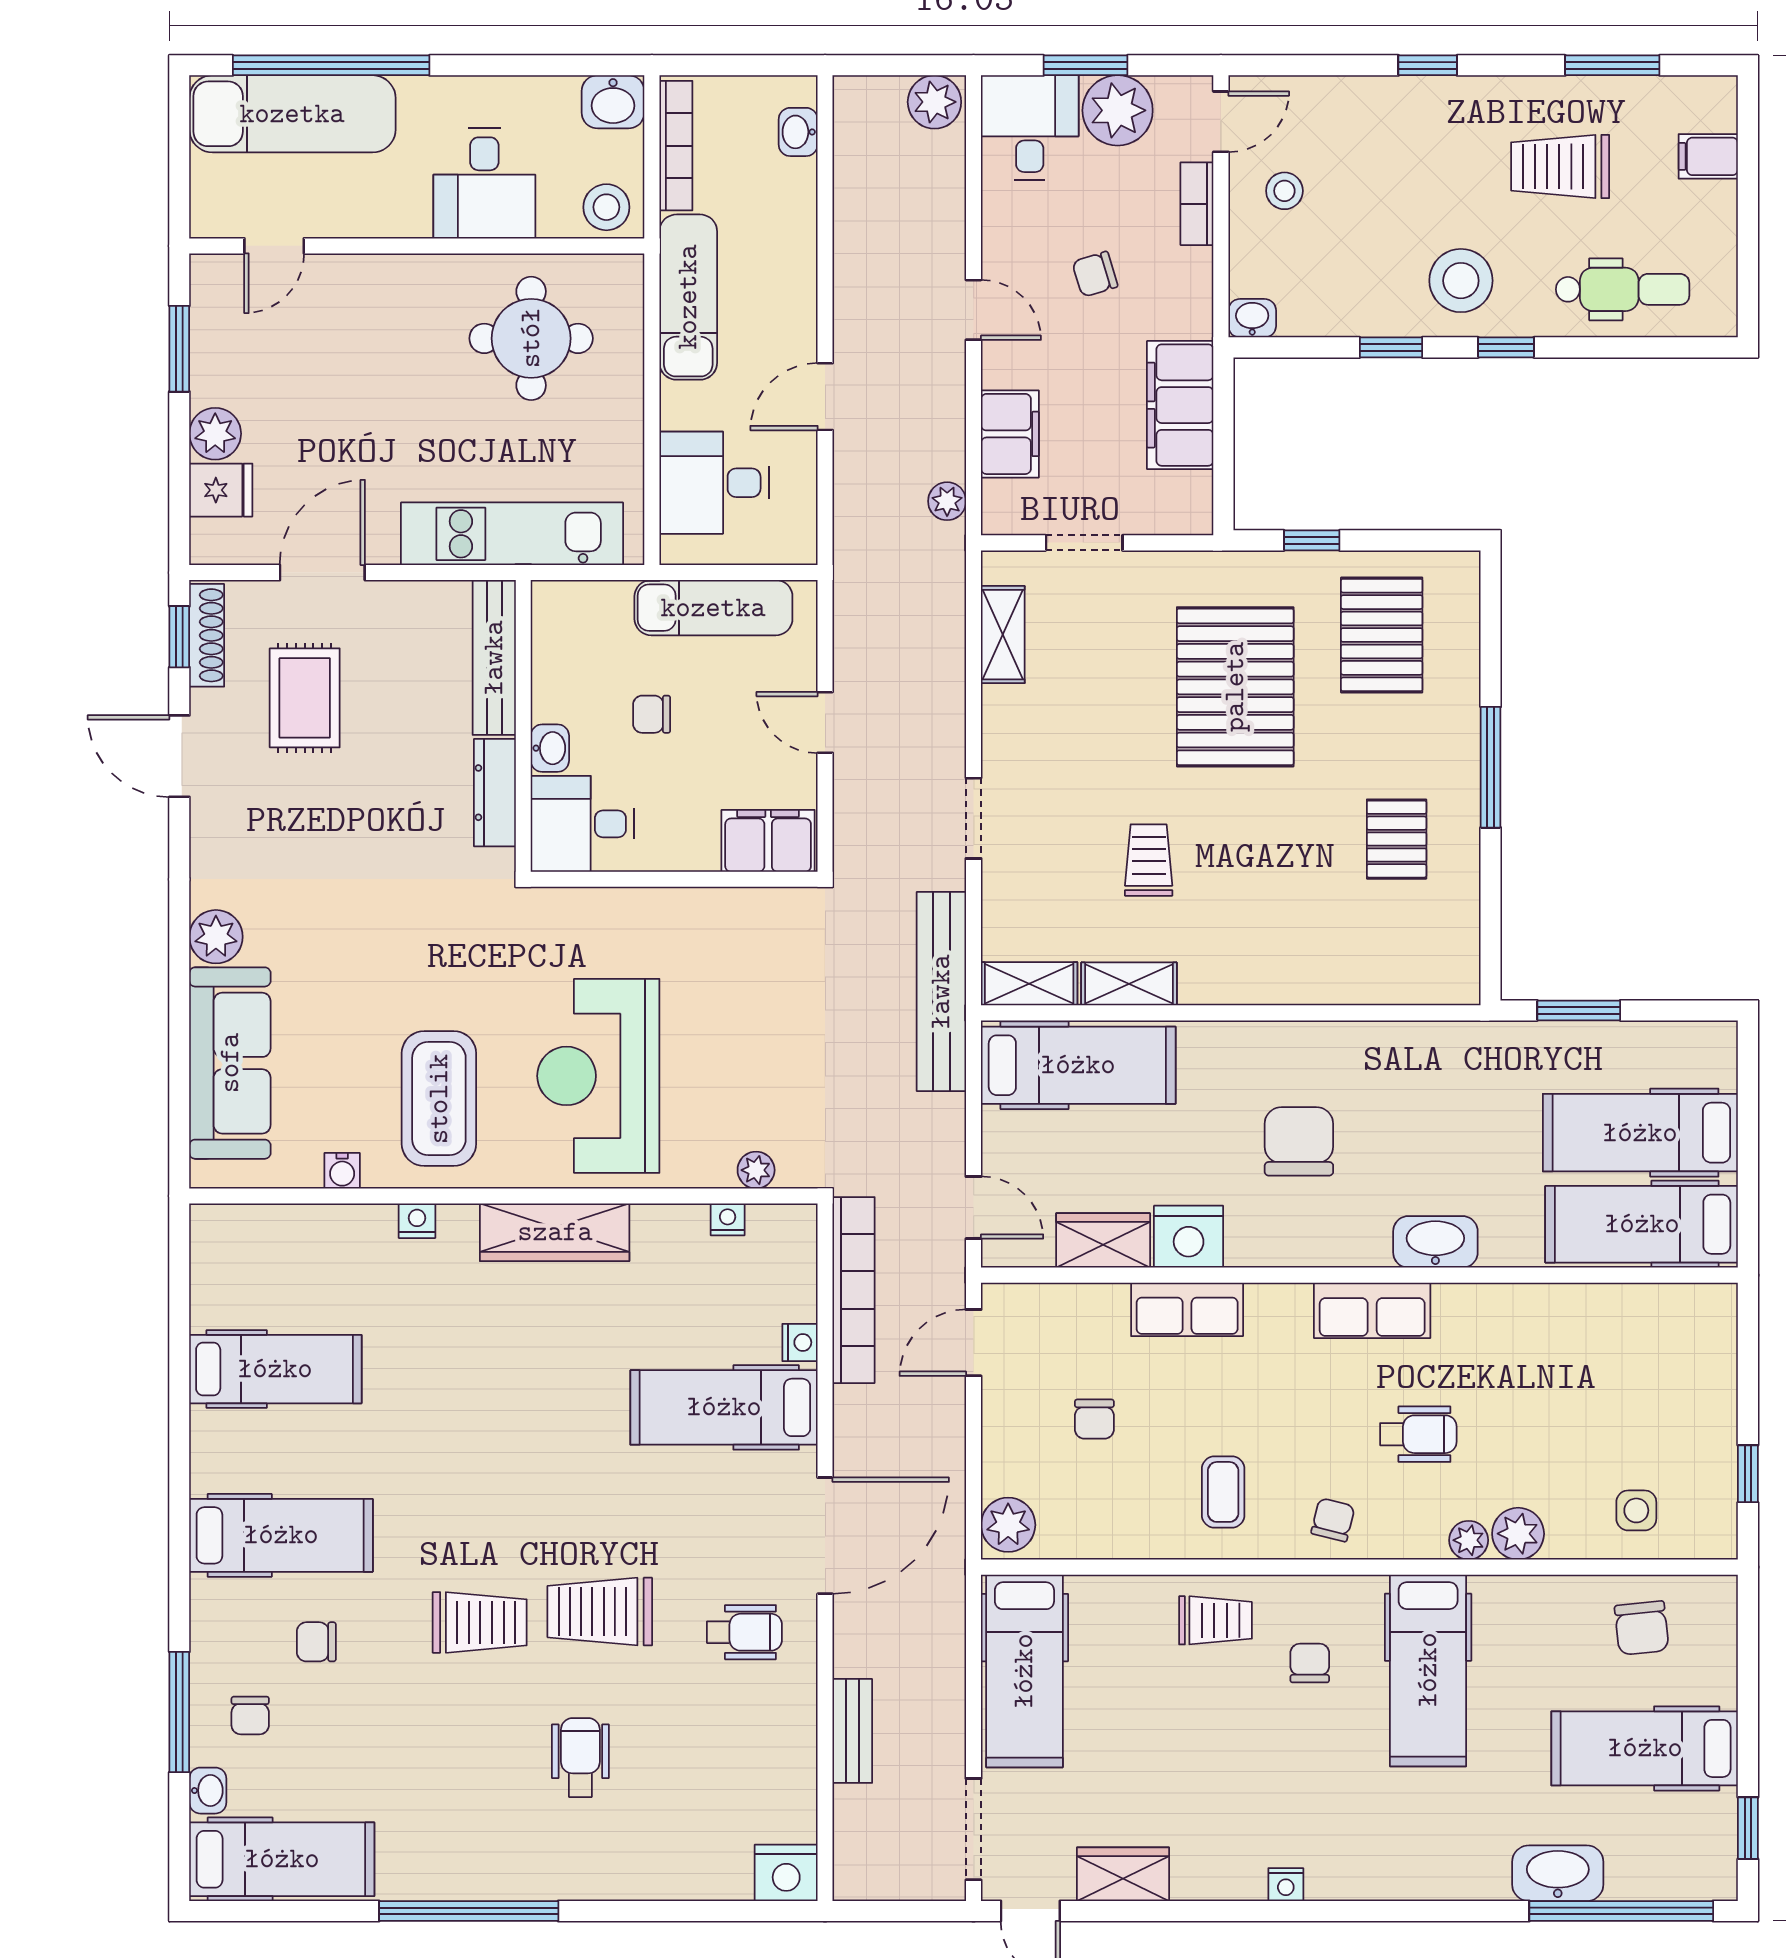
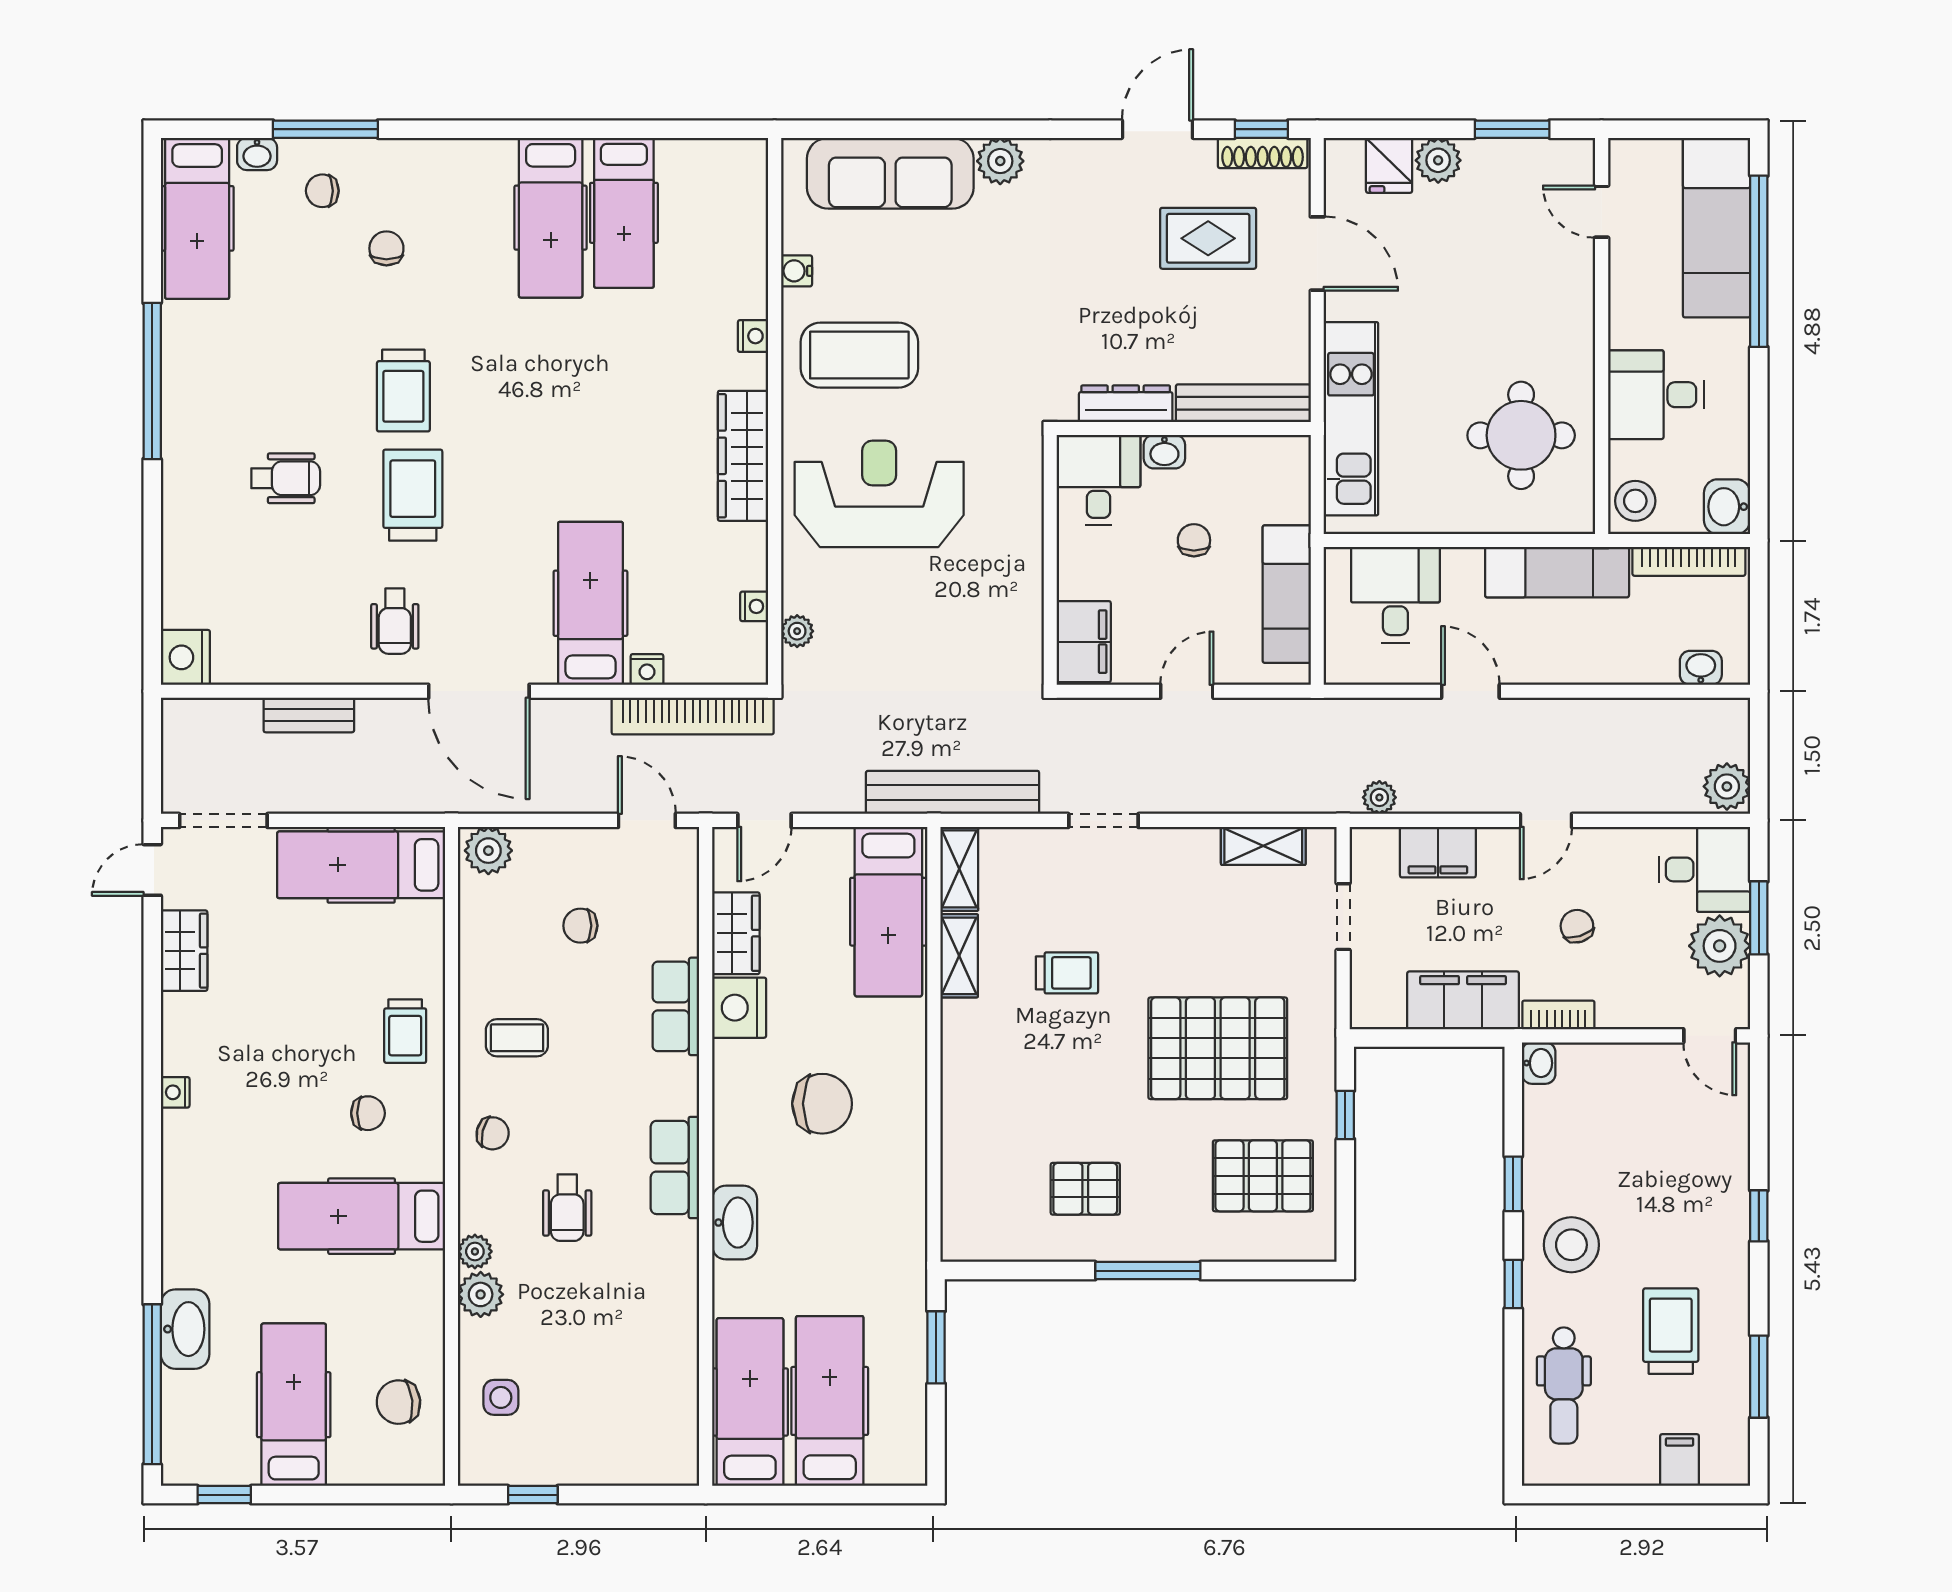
stool: (1284, 191) -> (1650, 1091), removed
bookcase: (1197, 204) -> (1558, 1015), moved
hospital bed: (281, 1535) -> (551, 218), moved

